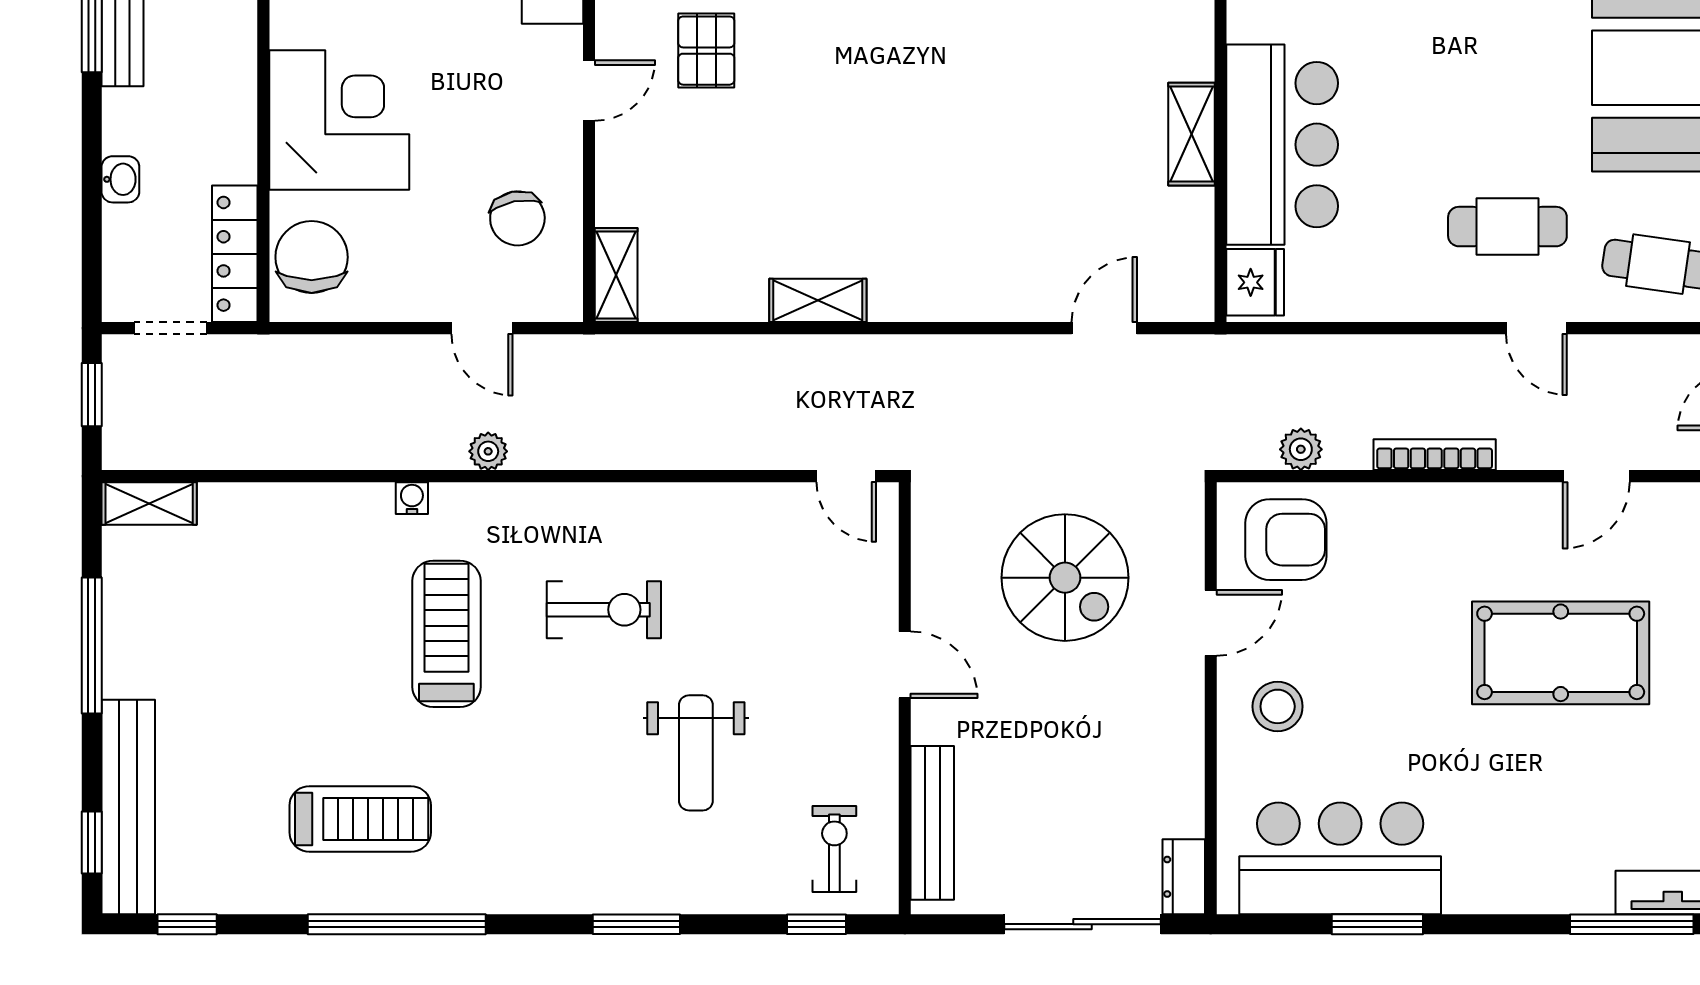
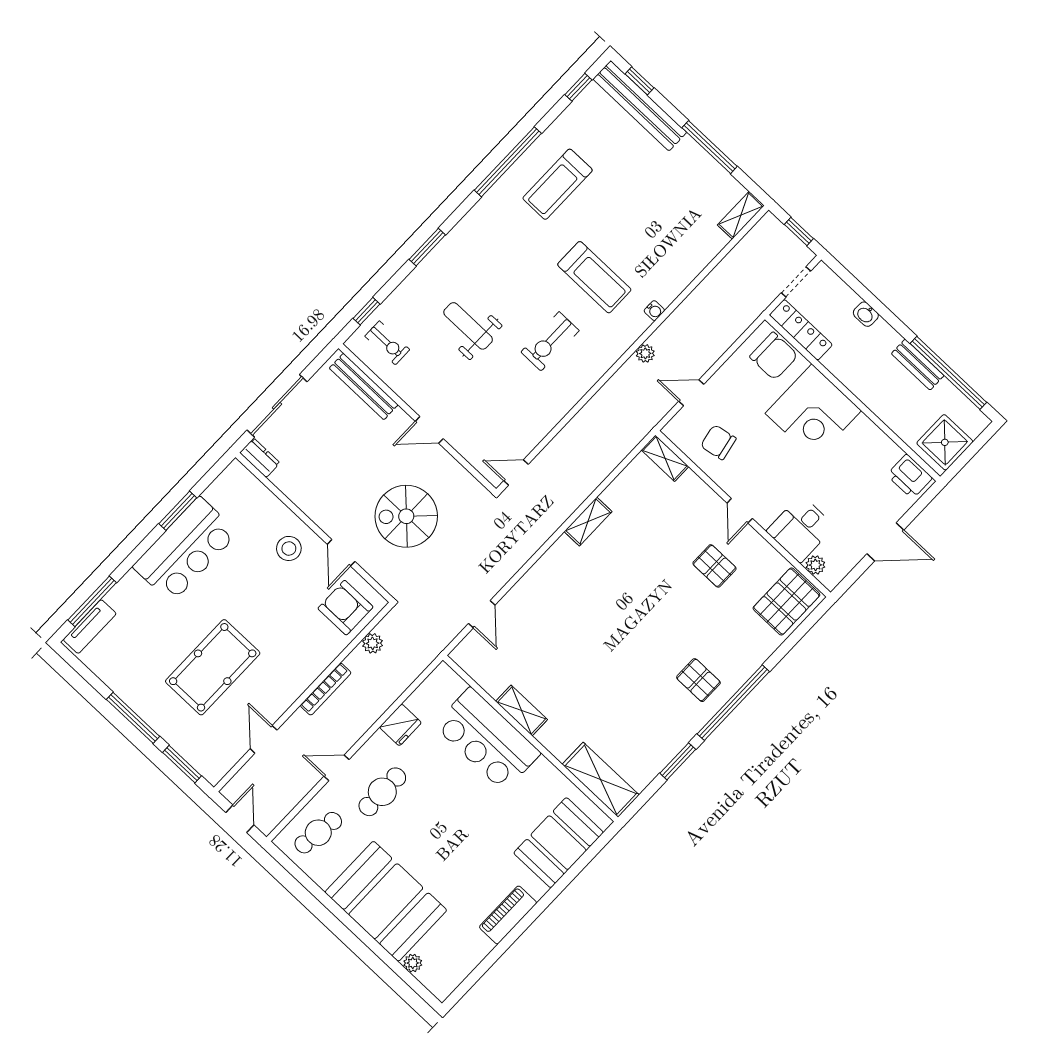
fridge: (1255, 282) -> (400, 725), moved, turned -90
armchair: (1286, 540) -> (345, 608), turned 90
bar counter: (1340, 858) -> (185, 550), moved

